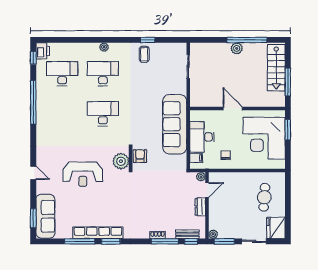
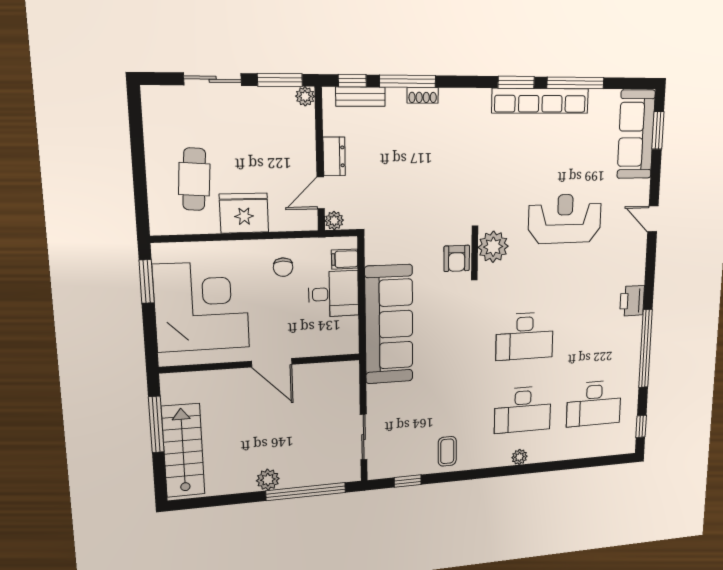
window: (148, 40) -> (408, 481), moved
window: (247, 40) -> (306, 492), moved
printer: (43, 51) -> (632, 301), moved
window: (288, 130) -> (147, 281), moved
desk: (202, 137) -> (334, 294), width x0.73
fridge: (276, 228) -> (244, 213), moved, turned -90

